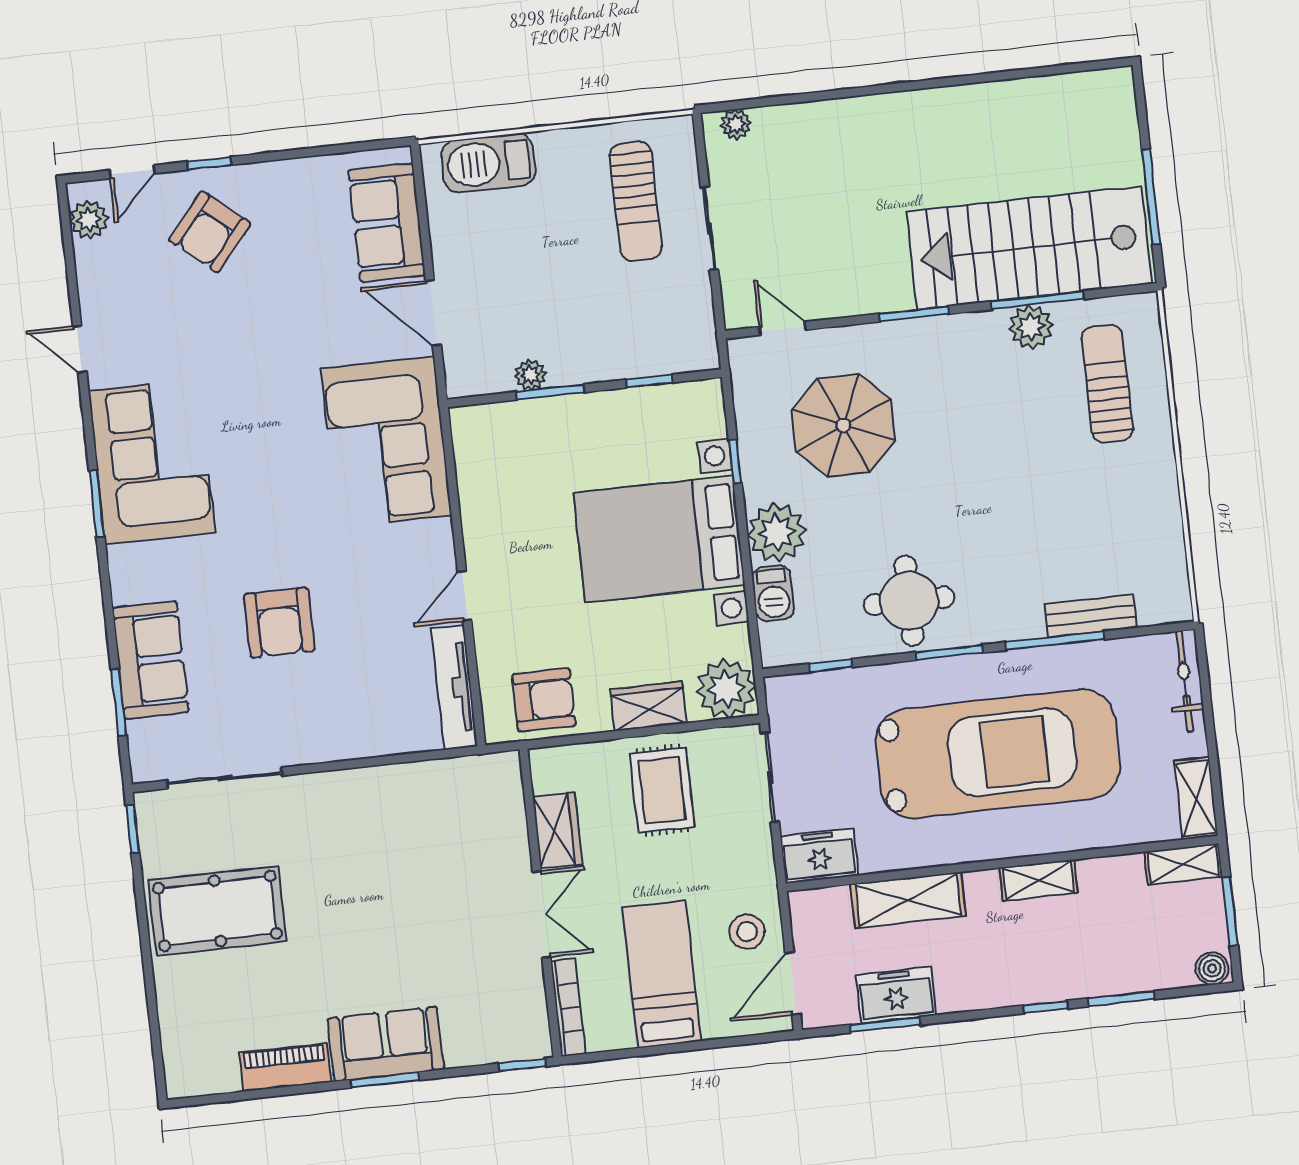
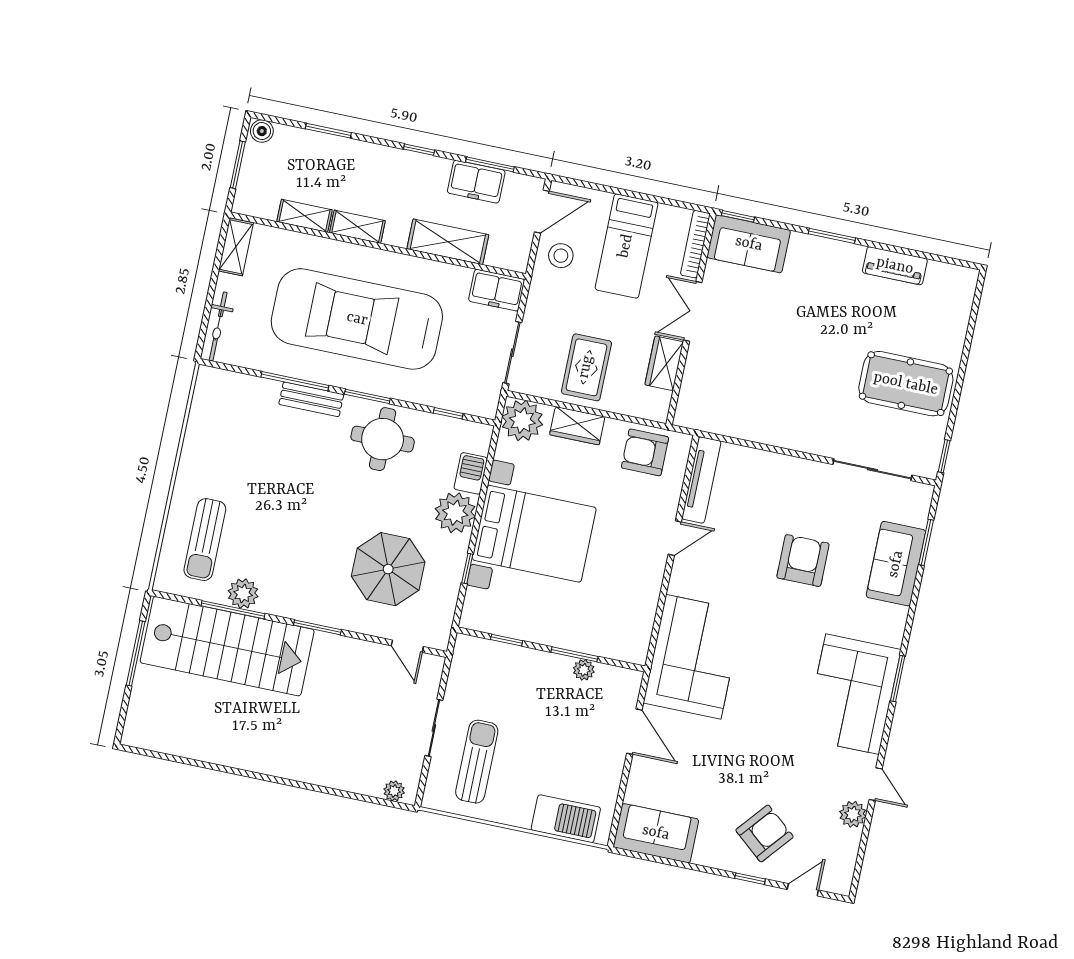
plant: (89, 220) -> (853, 814), moved
sofa: (387, 223) -> (656, 833), moved, turned -90
bench: (1091, 616) -> (311, 399), moved
shelving: (1183, 864) -> (304, 216), moved
window: (1045, 1007) -> (419, 150), moved
sofa: (386, 1044) -> (749, 244), moved

